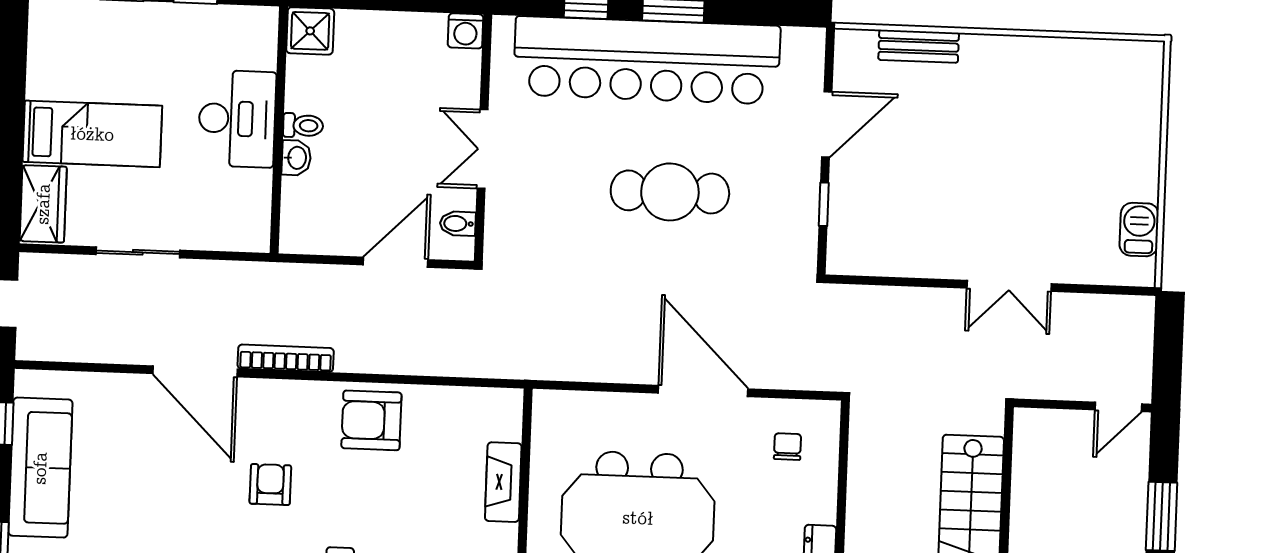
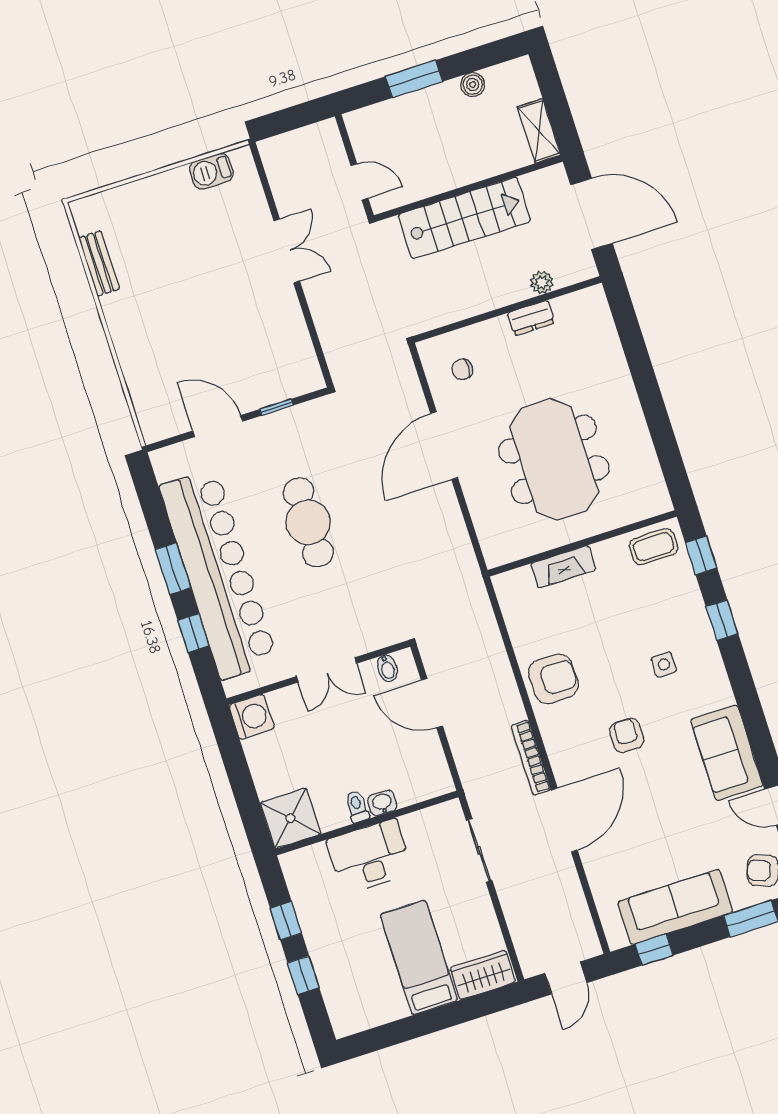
shower: (310, 31) -> (291, 818), width x1.36, depth x1.36
washing machine: (466, 31) -> (252, 717), width x1.38, depth x1.38
bench: (919, 46) -> (99, 263), moved
sliding door: (138, 252) -> (479, 850), moved
door: (1118, 407) -> (359, 182), moved
armchair: (371, 420) -> (553, 679), turned -90
armchair: (270, 485) -> (627, 735), turned 90

